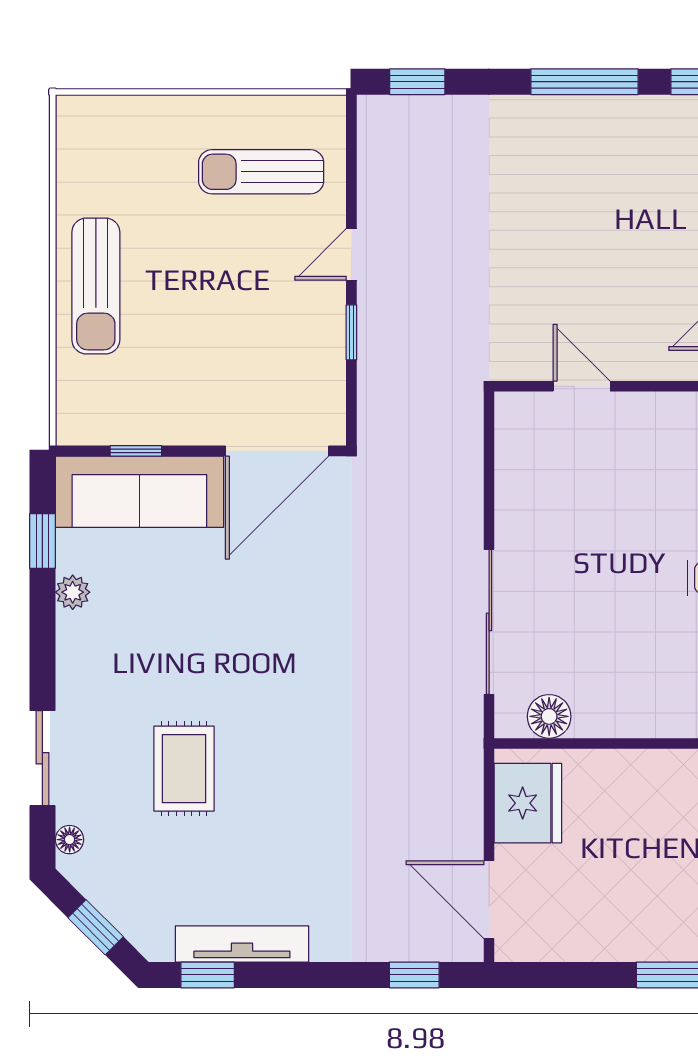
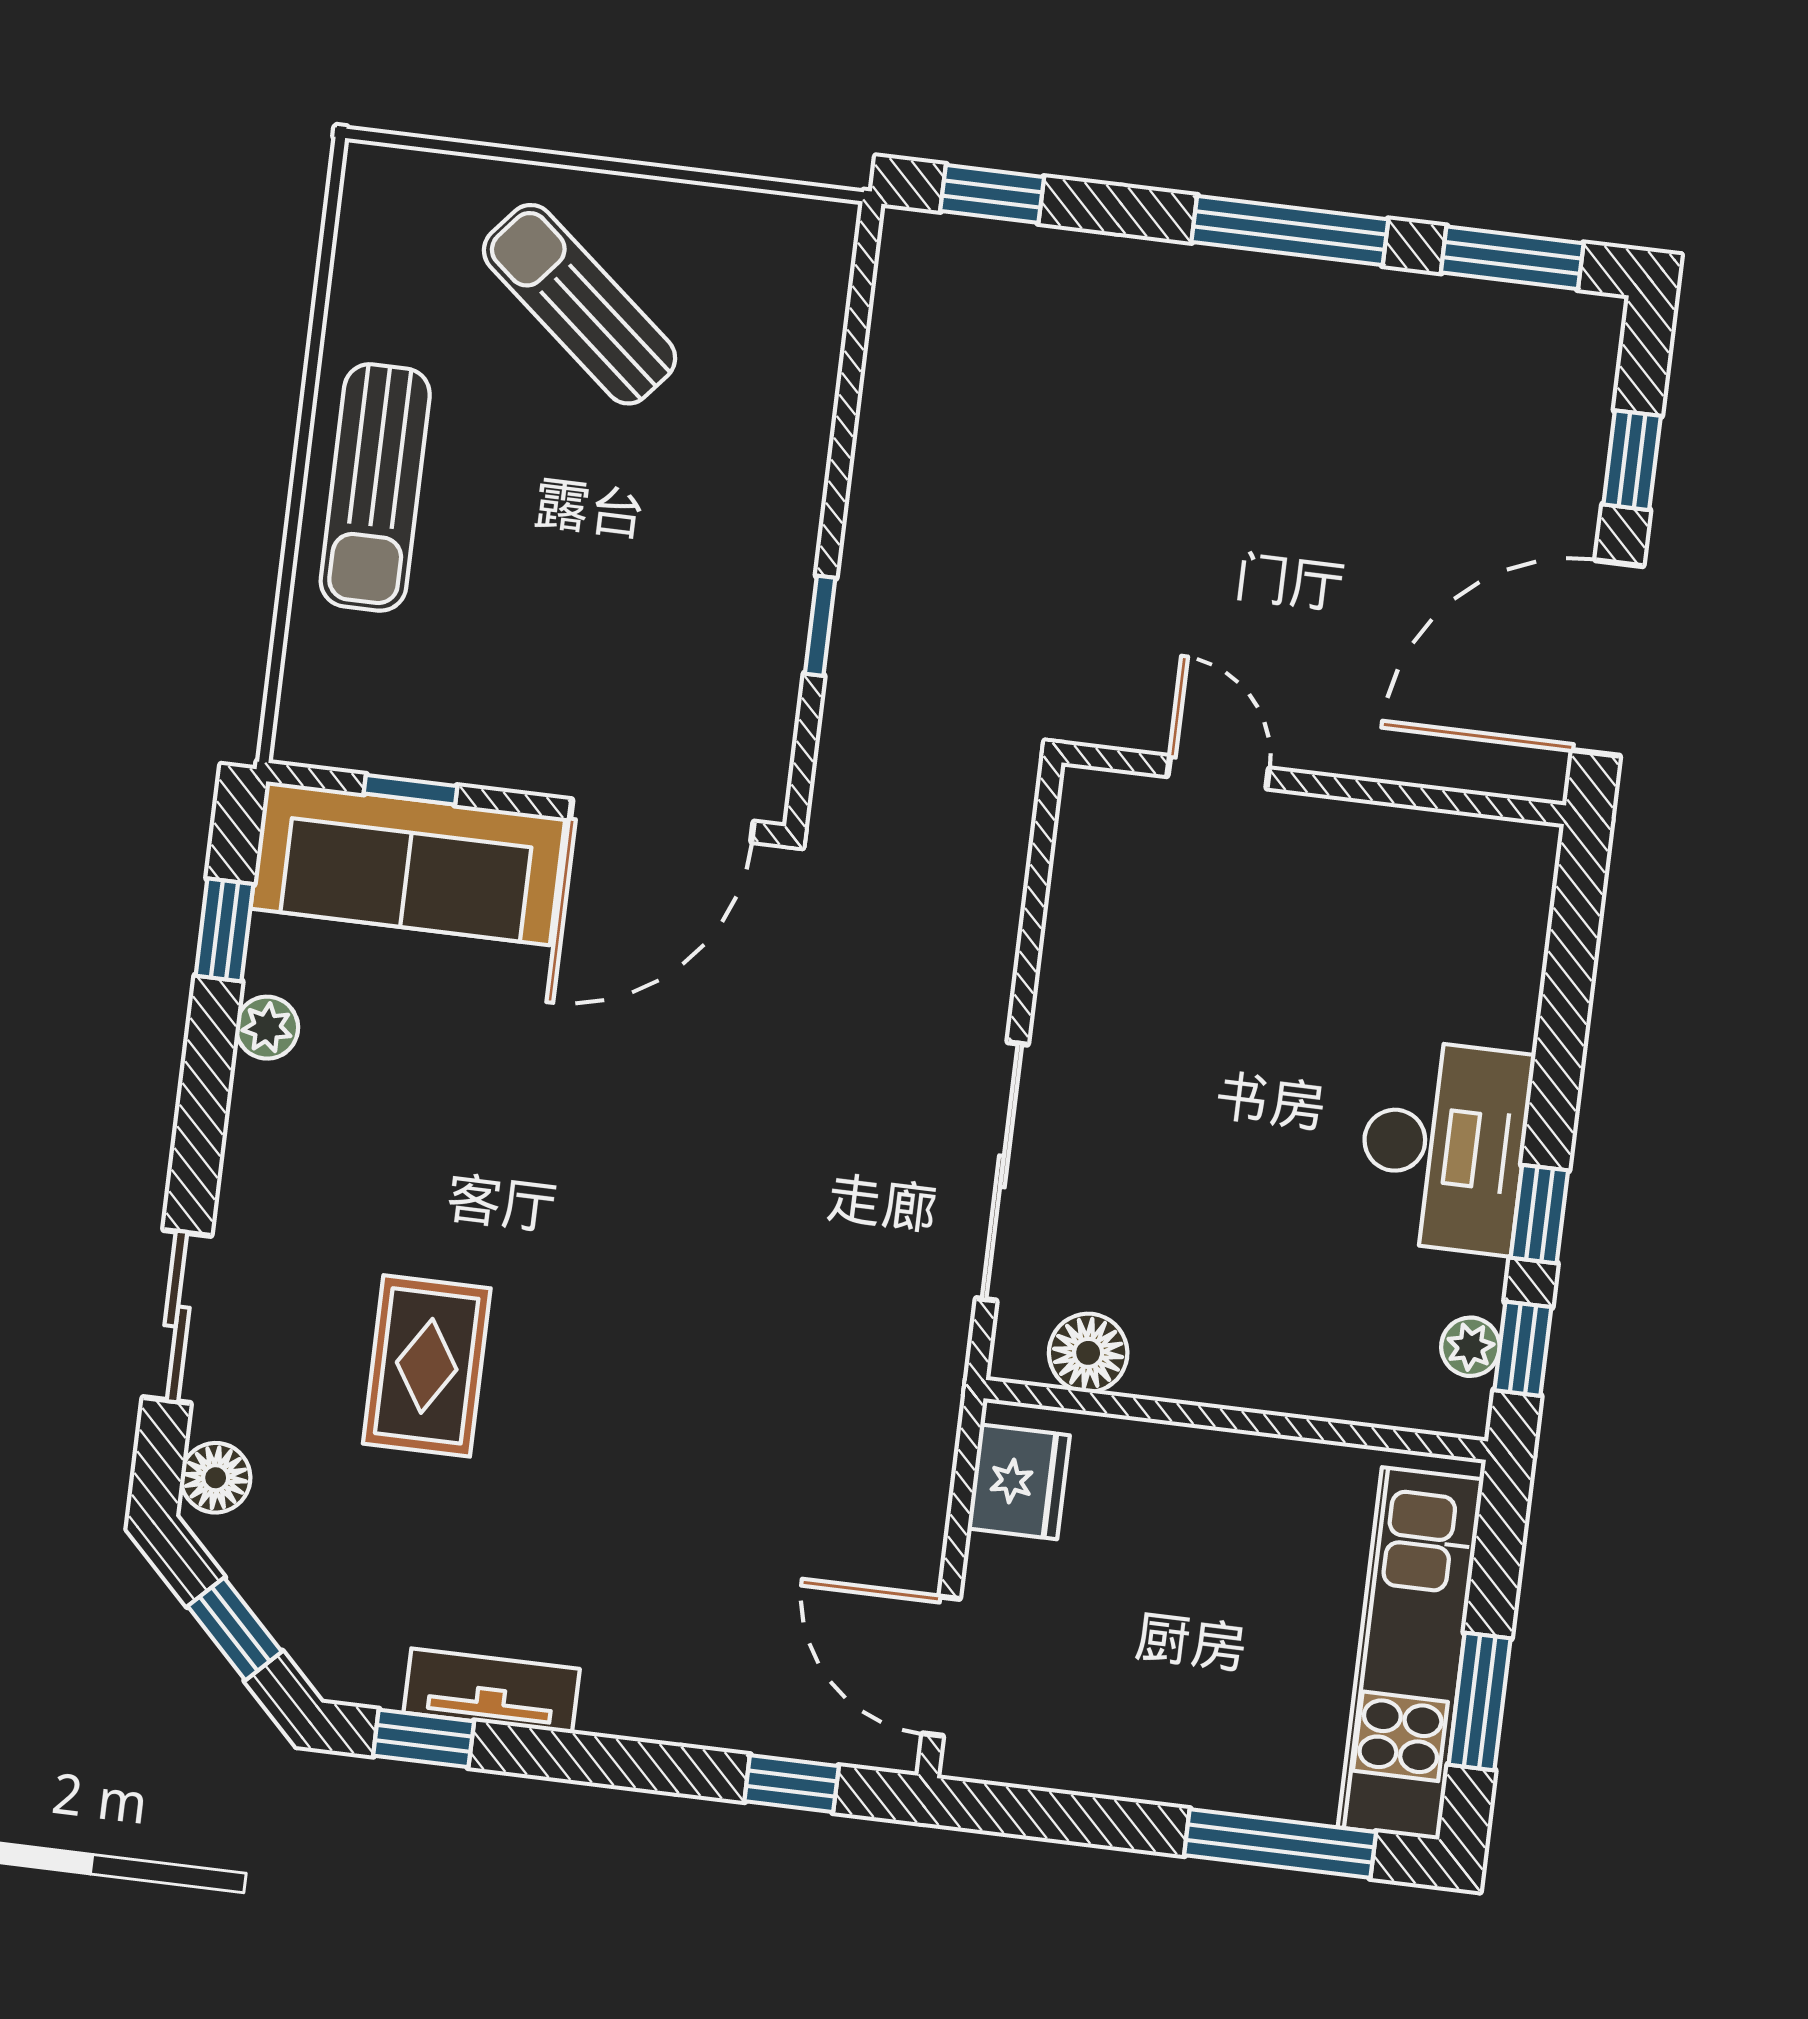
sun lounger: (261, 172) -> (580, 304), moved, turned 40
door: (351, 254) -> (837, 487), removed
fridge: (528, 803) -> (1019, 1482), width x0.73, depth x0.75
floor lamp: (70, 840) -> (216, 1478), width x1.37, depth x1.37
tv unit: (242, 944) -> (492, 1691), width x0.71

